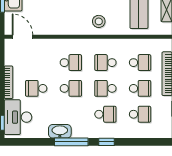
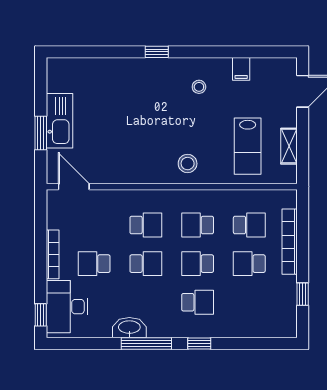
school desk: (140, 88) -> (249, 264), turned 180
school desk: (140, 114) -> (249, 302), removed

